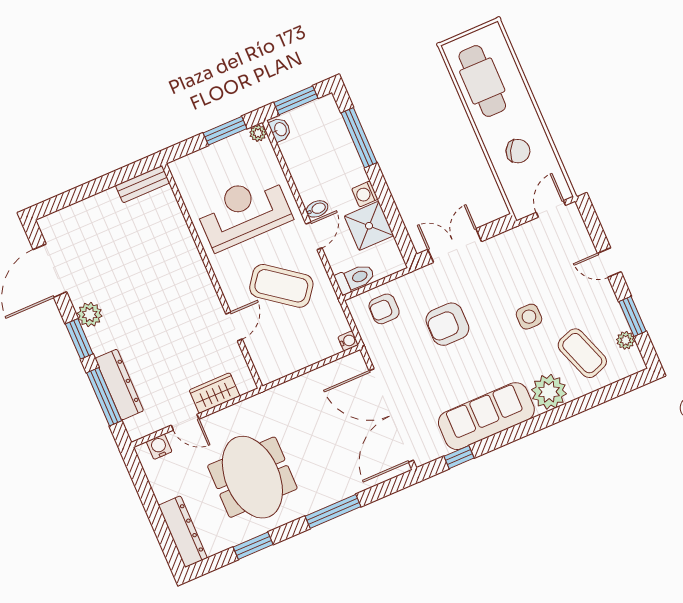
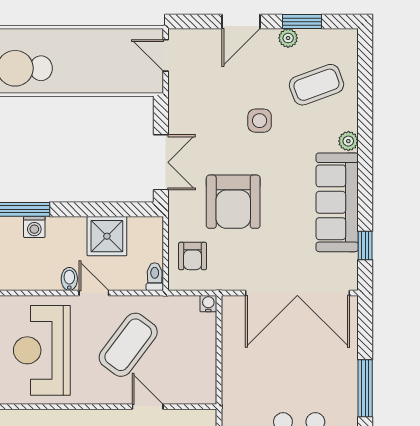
chair: (518, 151) -> (97, 63), removed
washing machine: (365, 194) -> (34, 227), moved
double door: (455, 245) -> (161, 162), swing flipped
door: (609, 263) -> (241, 22), width x1.38
toilet: (355, 279) -> (155, 277), width x0.73, depth x0.72
armchair: (447, 324) -> (233, 202), width x1.36, depth x1.36
plant: (626, 340) -> (288, 38), moved
plant: (549, 392) -> (348, 141), width x0.53, depth x0.53

